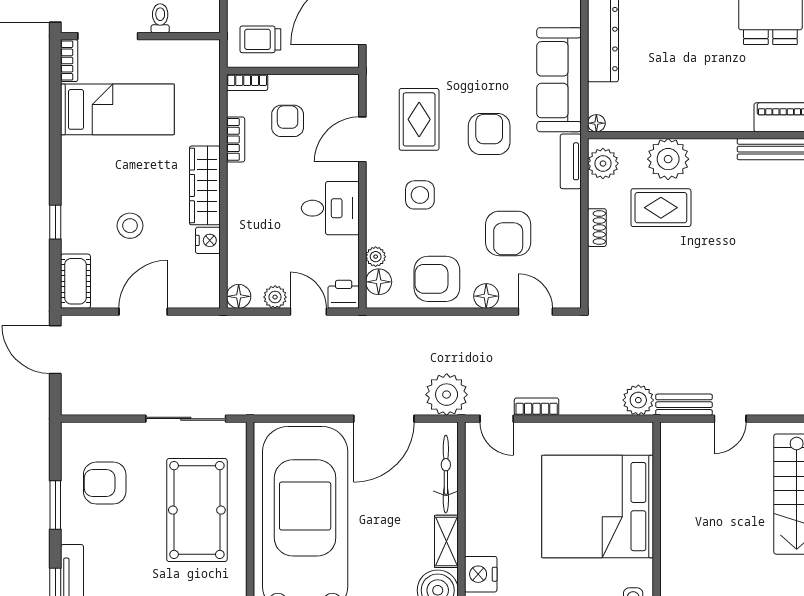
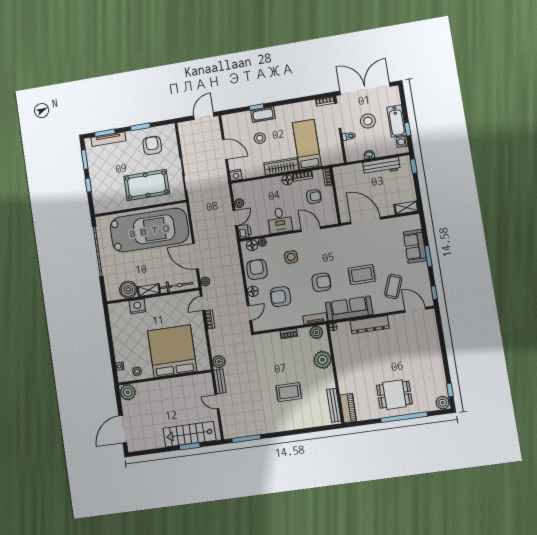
trolley: (260, 39) -> (347, 180), removed
bed: (117, 109) -> (307, 145), moved, turned 180
rug: (419, 119) -> (362, 275), moved
rug: (661, 208) -> (289, 392), moved, turned 90
nightstand: (208, 240) -> (236, 175), moved
cot: (75, 281) -> (263, 115), moved
floor lamp: (239, 296) -> (287, 180), moved
plant: (447, 395) -> (205, 282), width x0.53, depth x0.53

